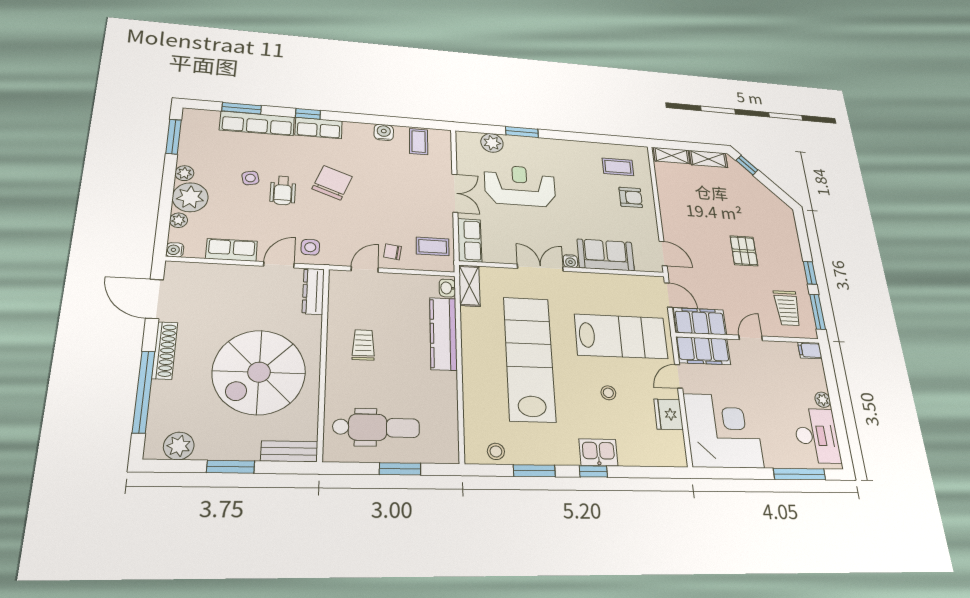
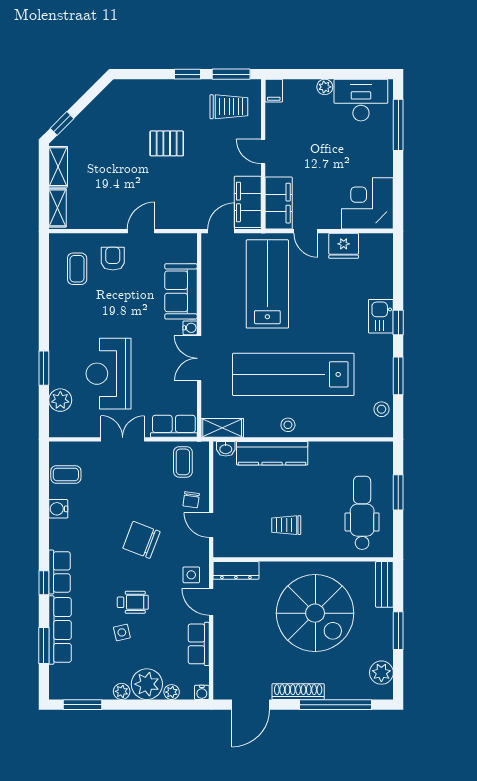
chair: (332, 183) -> (141, 540), moved
door: (663, 253) -> (141, 231), moved
stool: (608, 393) -> (288, 425), moved
corner desk: (723, 431) -> (367, 203), width x0.74, depth x0.74

